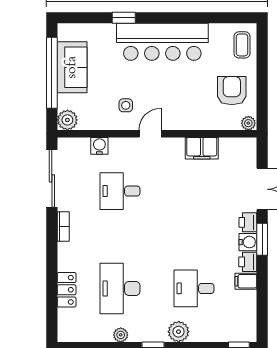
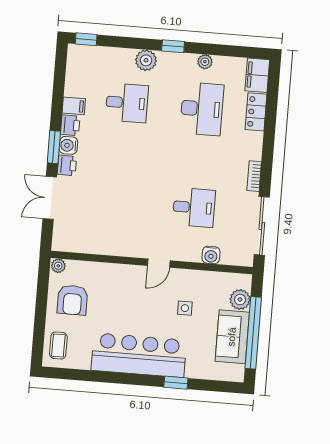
side table: (126, 105) -> (185, 308), moved
plant: (67, 120) -> (240, 300), moved
filing cabinet: (202, 148) -> (257, 75), moved, turned -90

